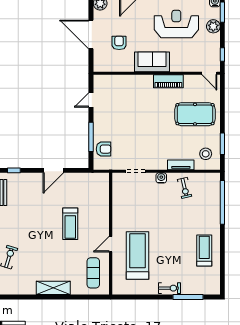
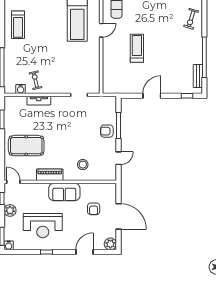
plant: (213, 26) -> (10, 210), moved
armchair: (104, 149) -> (107, 131), moved
stool: (206, 154) -> (83, 165), moved
water cooler: (161, 178) -> (21, 89), moved

